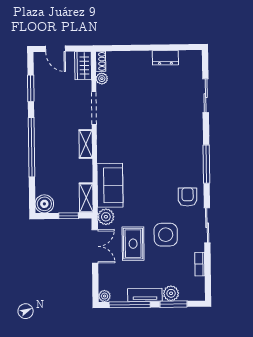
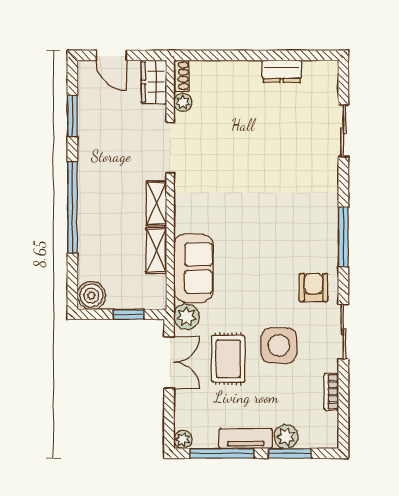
shelving: (86, 198) -> (156, 251), moved

